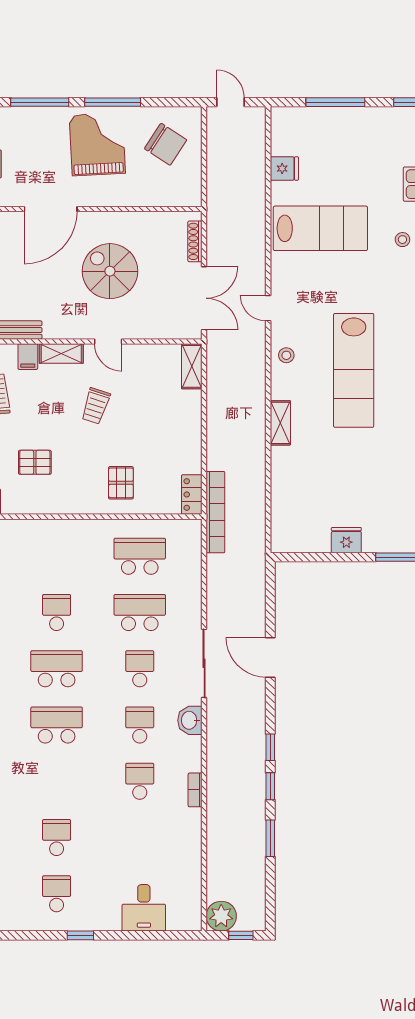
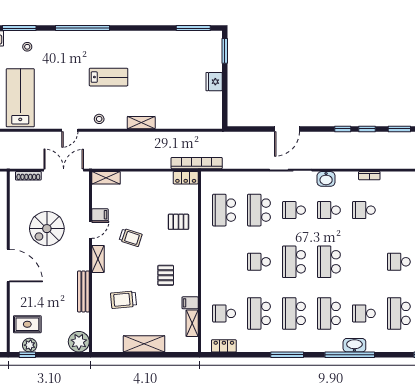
filing cabinet: (28, 357) -> (100, 215), moved
lab bench: (354, 370) -> (109, 77), width x0.54, depth x0.72

